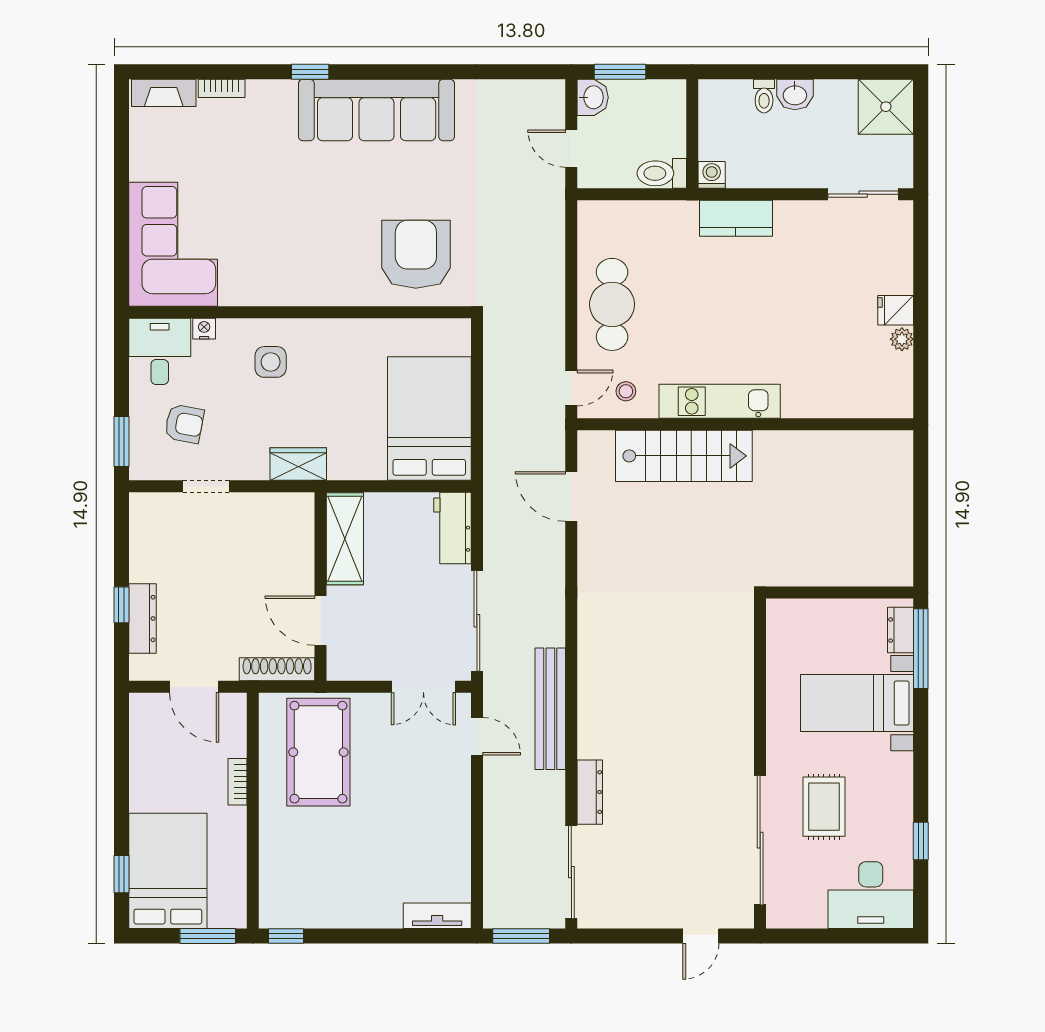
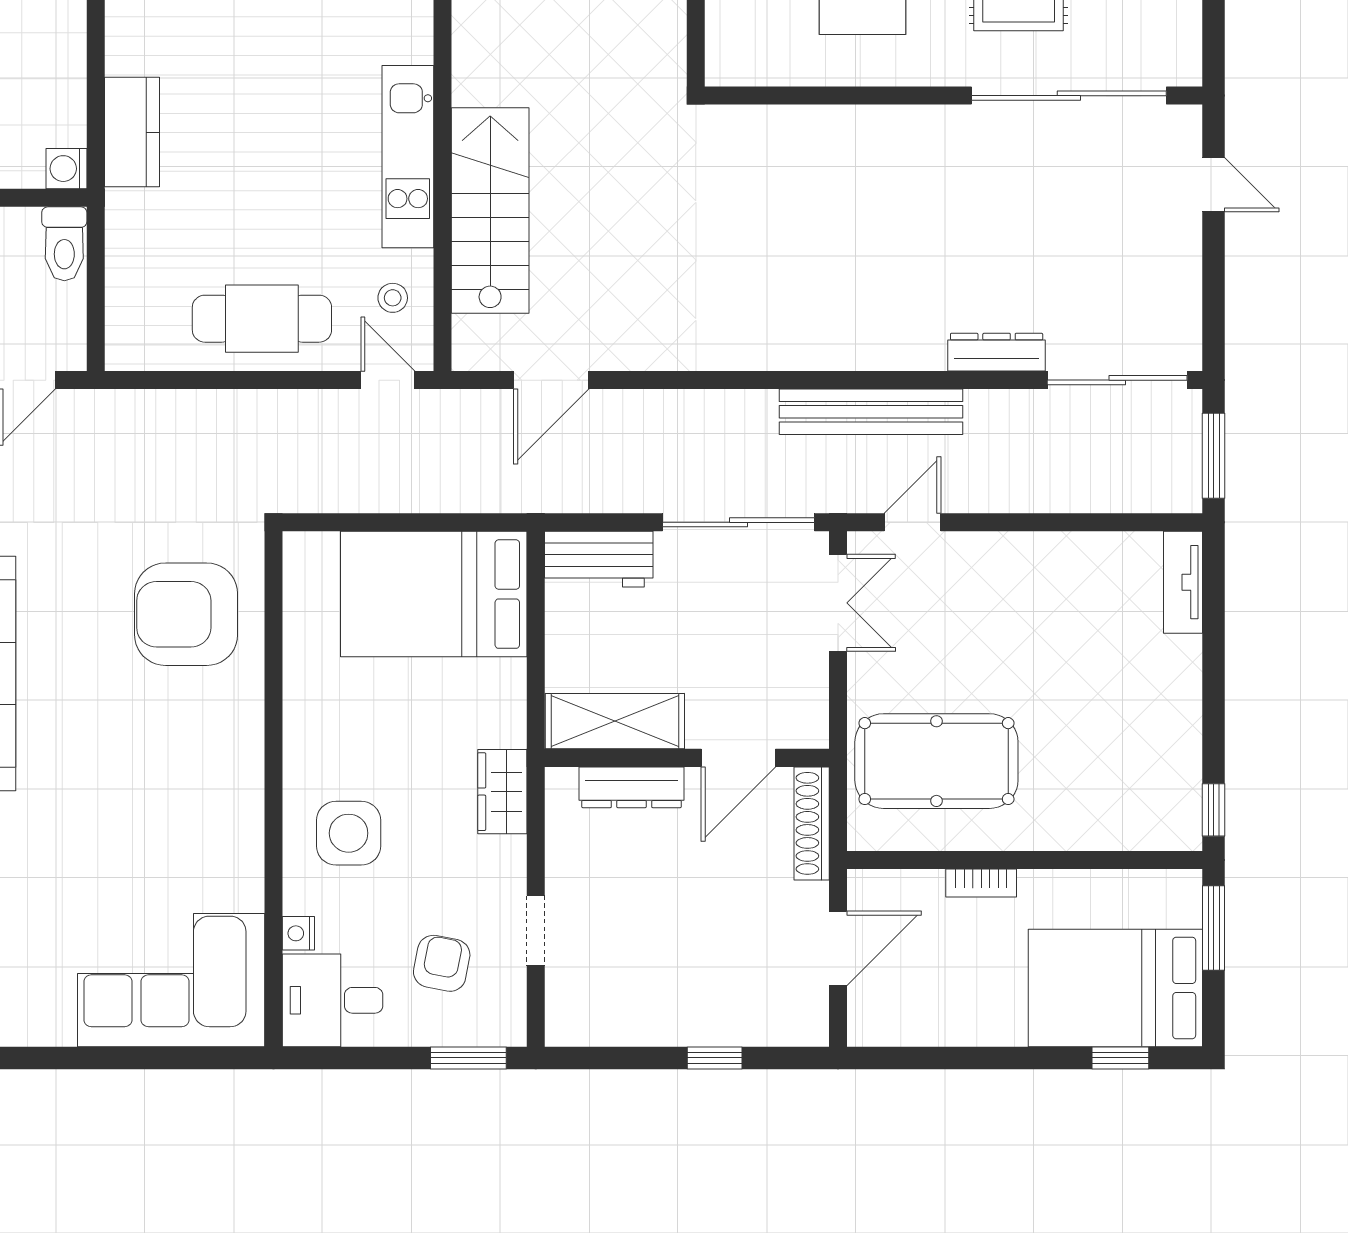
side table: (271, 362) -> (349, 833), width x1.37, depth x1.37
dresser: (142, 619) -> (632, 787), moved, turned 180

